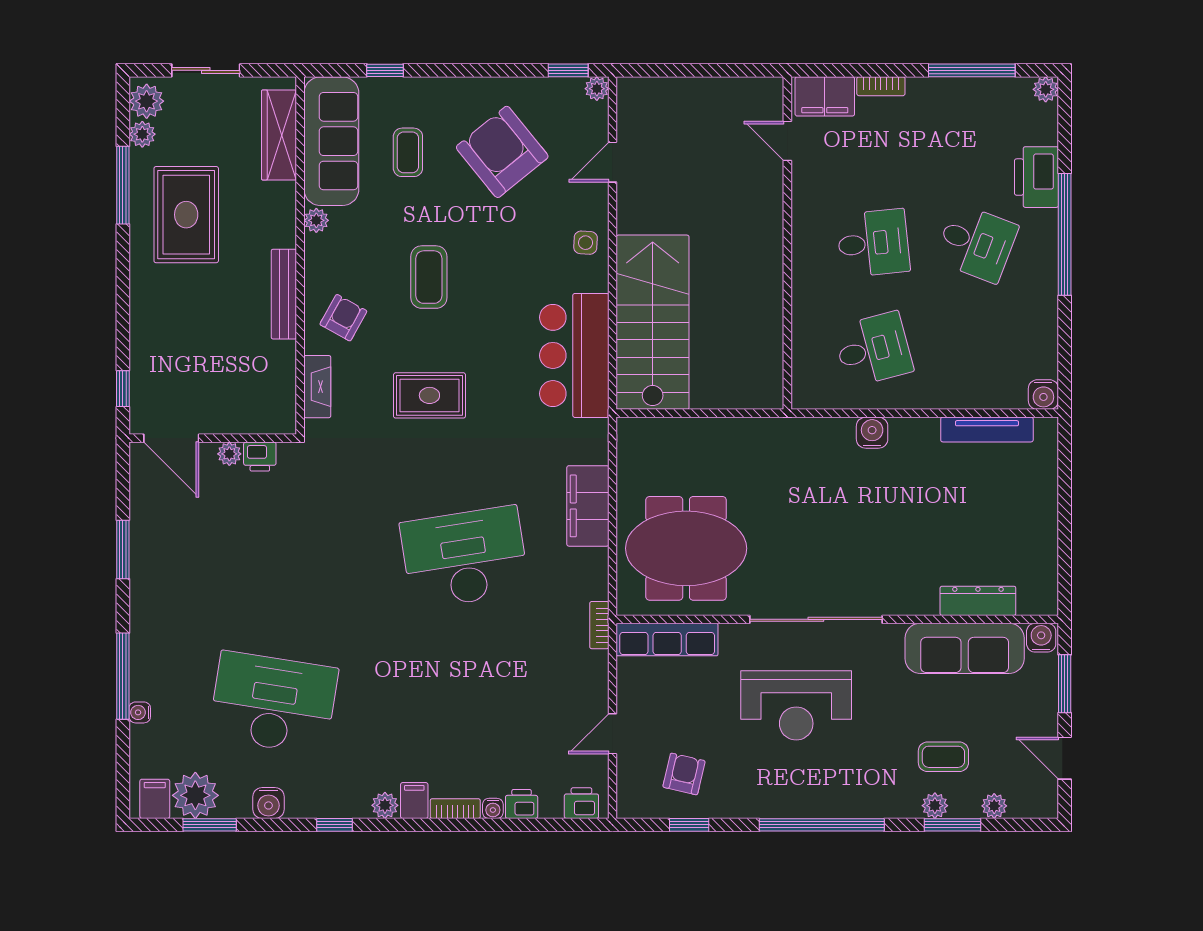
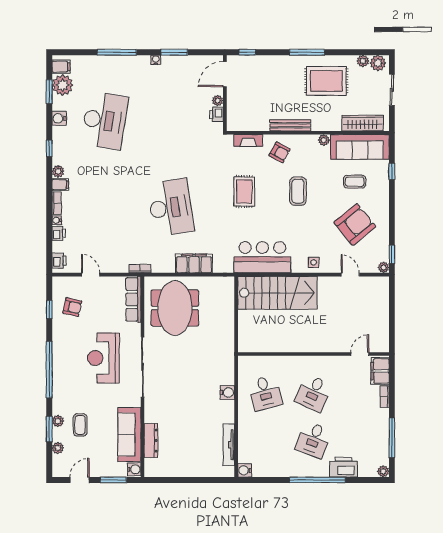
window: (123, 185) -> (307, 52), moved
desk: (873, 243) -> (313, 393), turned 30
coffee table: (429, 277) -> (298, 191), turned 90
water cooler: (140, 712) -> (156, 60), moved

